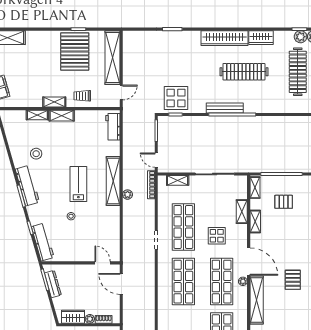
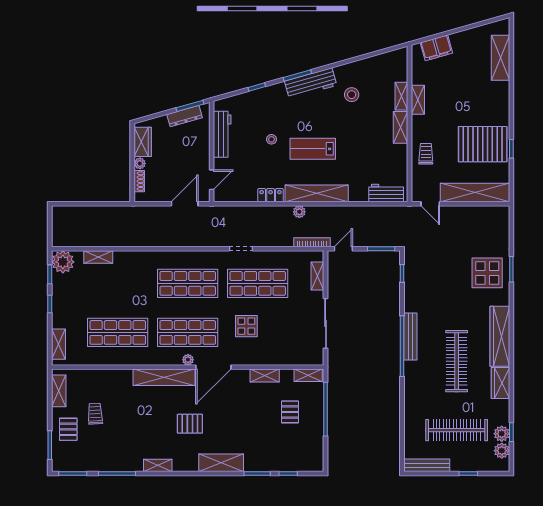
display table: (176, 98) -> (487, 273), moved
shelving: (54, 102) -> (418, 100), moved
lab bench: (78, 184) -> (313, 149), turned 180
shelving: (242, 212) -> (277, 358), removed
locker: (115, 217) -> (271, 195), added
workbench: (43, 242) -> (222, 134), moved, turned -74

